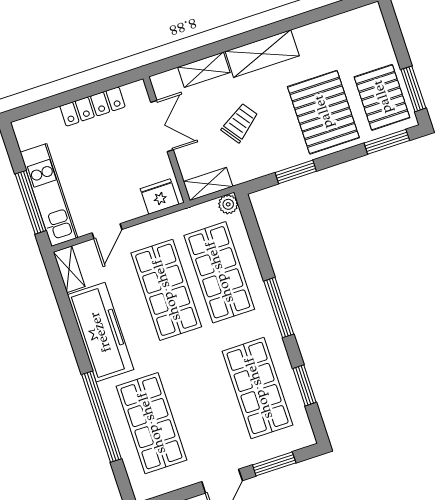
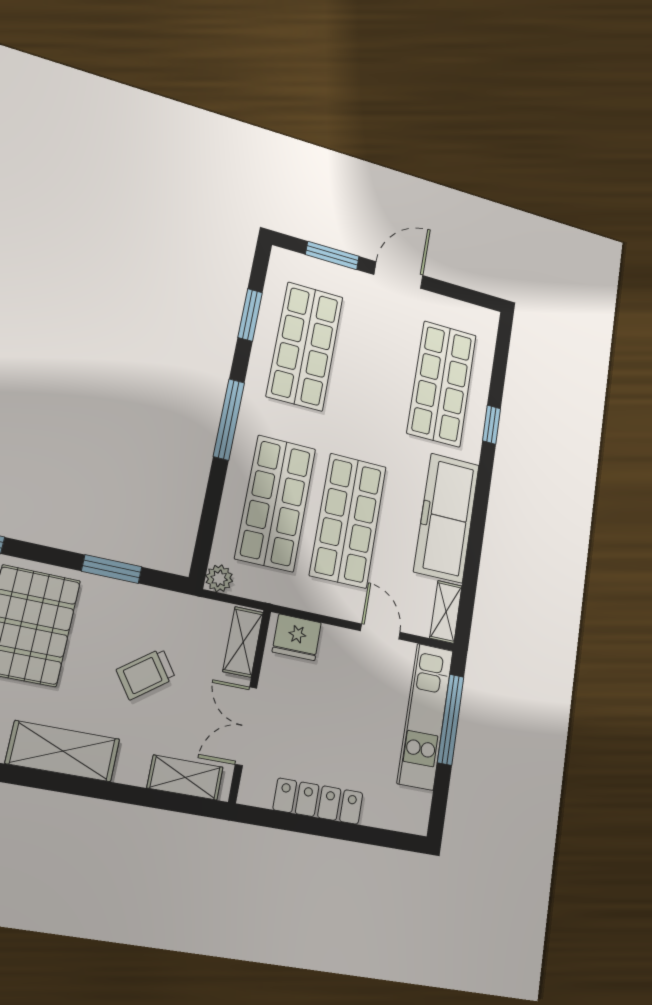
shelving: (204, 70) -> (185, 778), moved
shelving: (208, 184) -> (243, 642), moved, turned 90
door: (107, 231) -> (380, 632), hinge flipped
window: (102, 417) -> (492, 425), width x0.32

